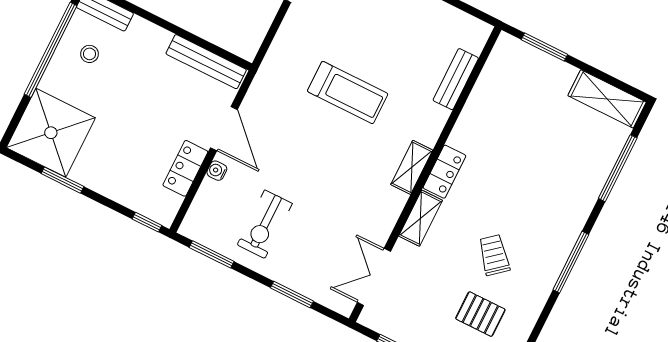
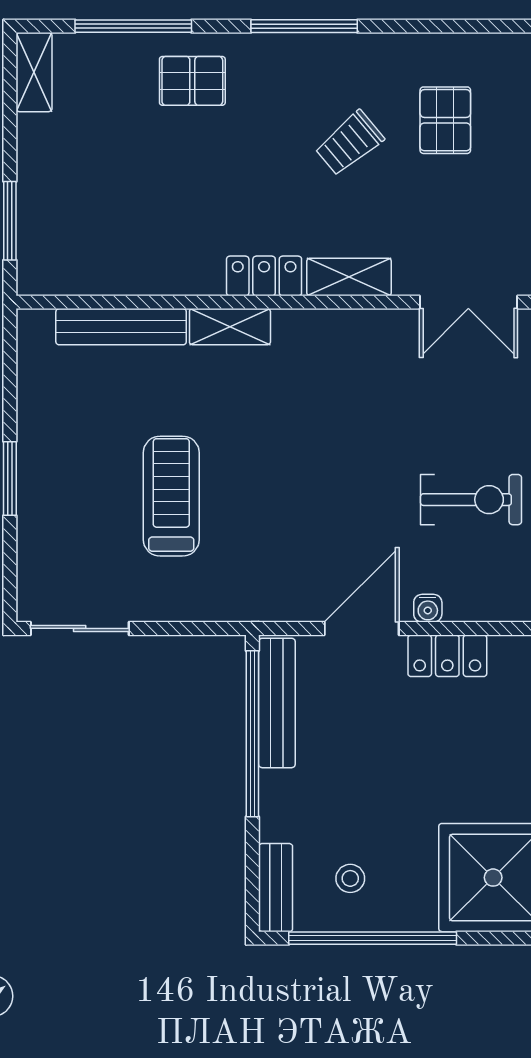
window: (196, 40) -> (252, 734), added
bench: (456, 79) -> (121, 327), width x1.36
treadmill: (348, 93) -> (171, 496), moved
shelving: (607, 99) -> (34, 72), width x0.67, depth x0.75
shelving: (412, 167) -> (230, 327), moved
pallet: (571, 186) -> (192, 81), added

